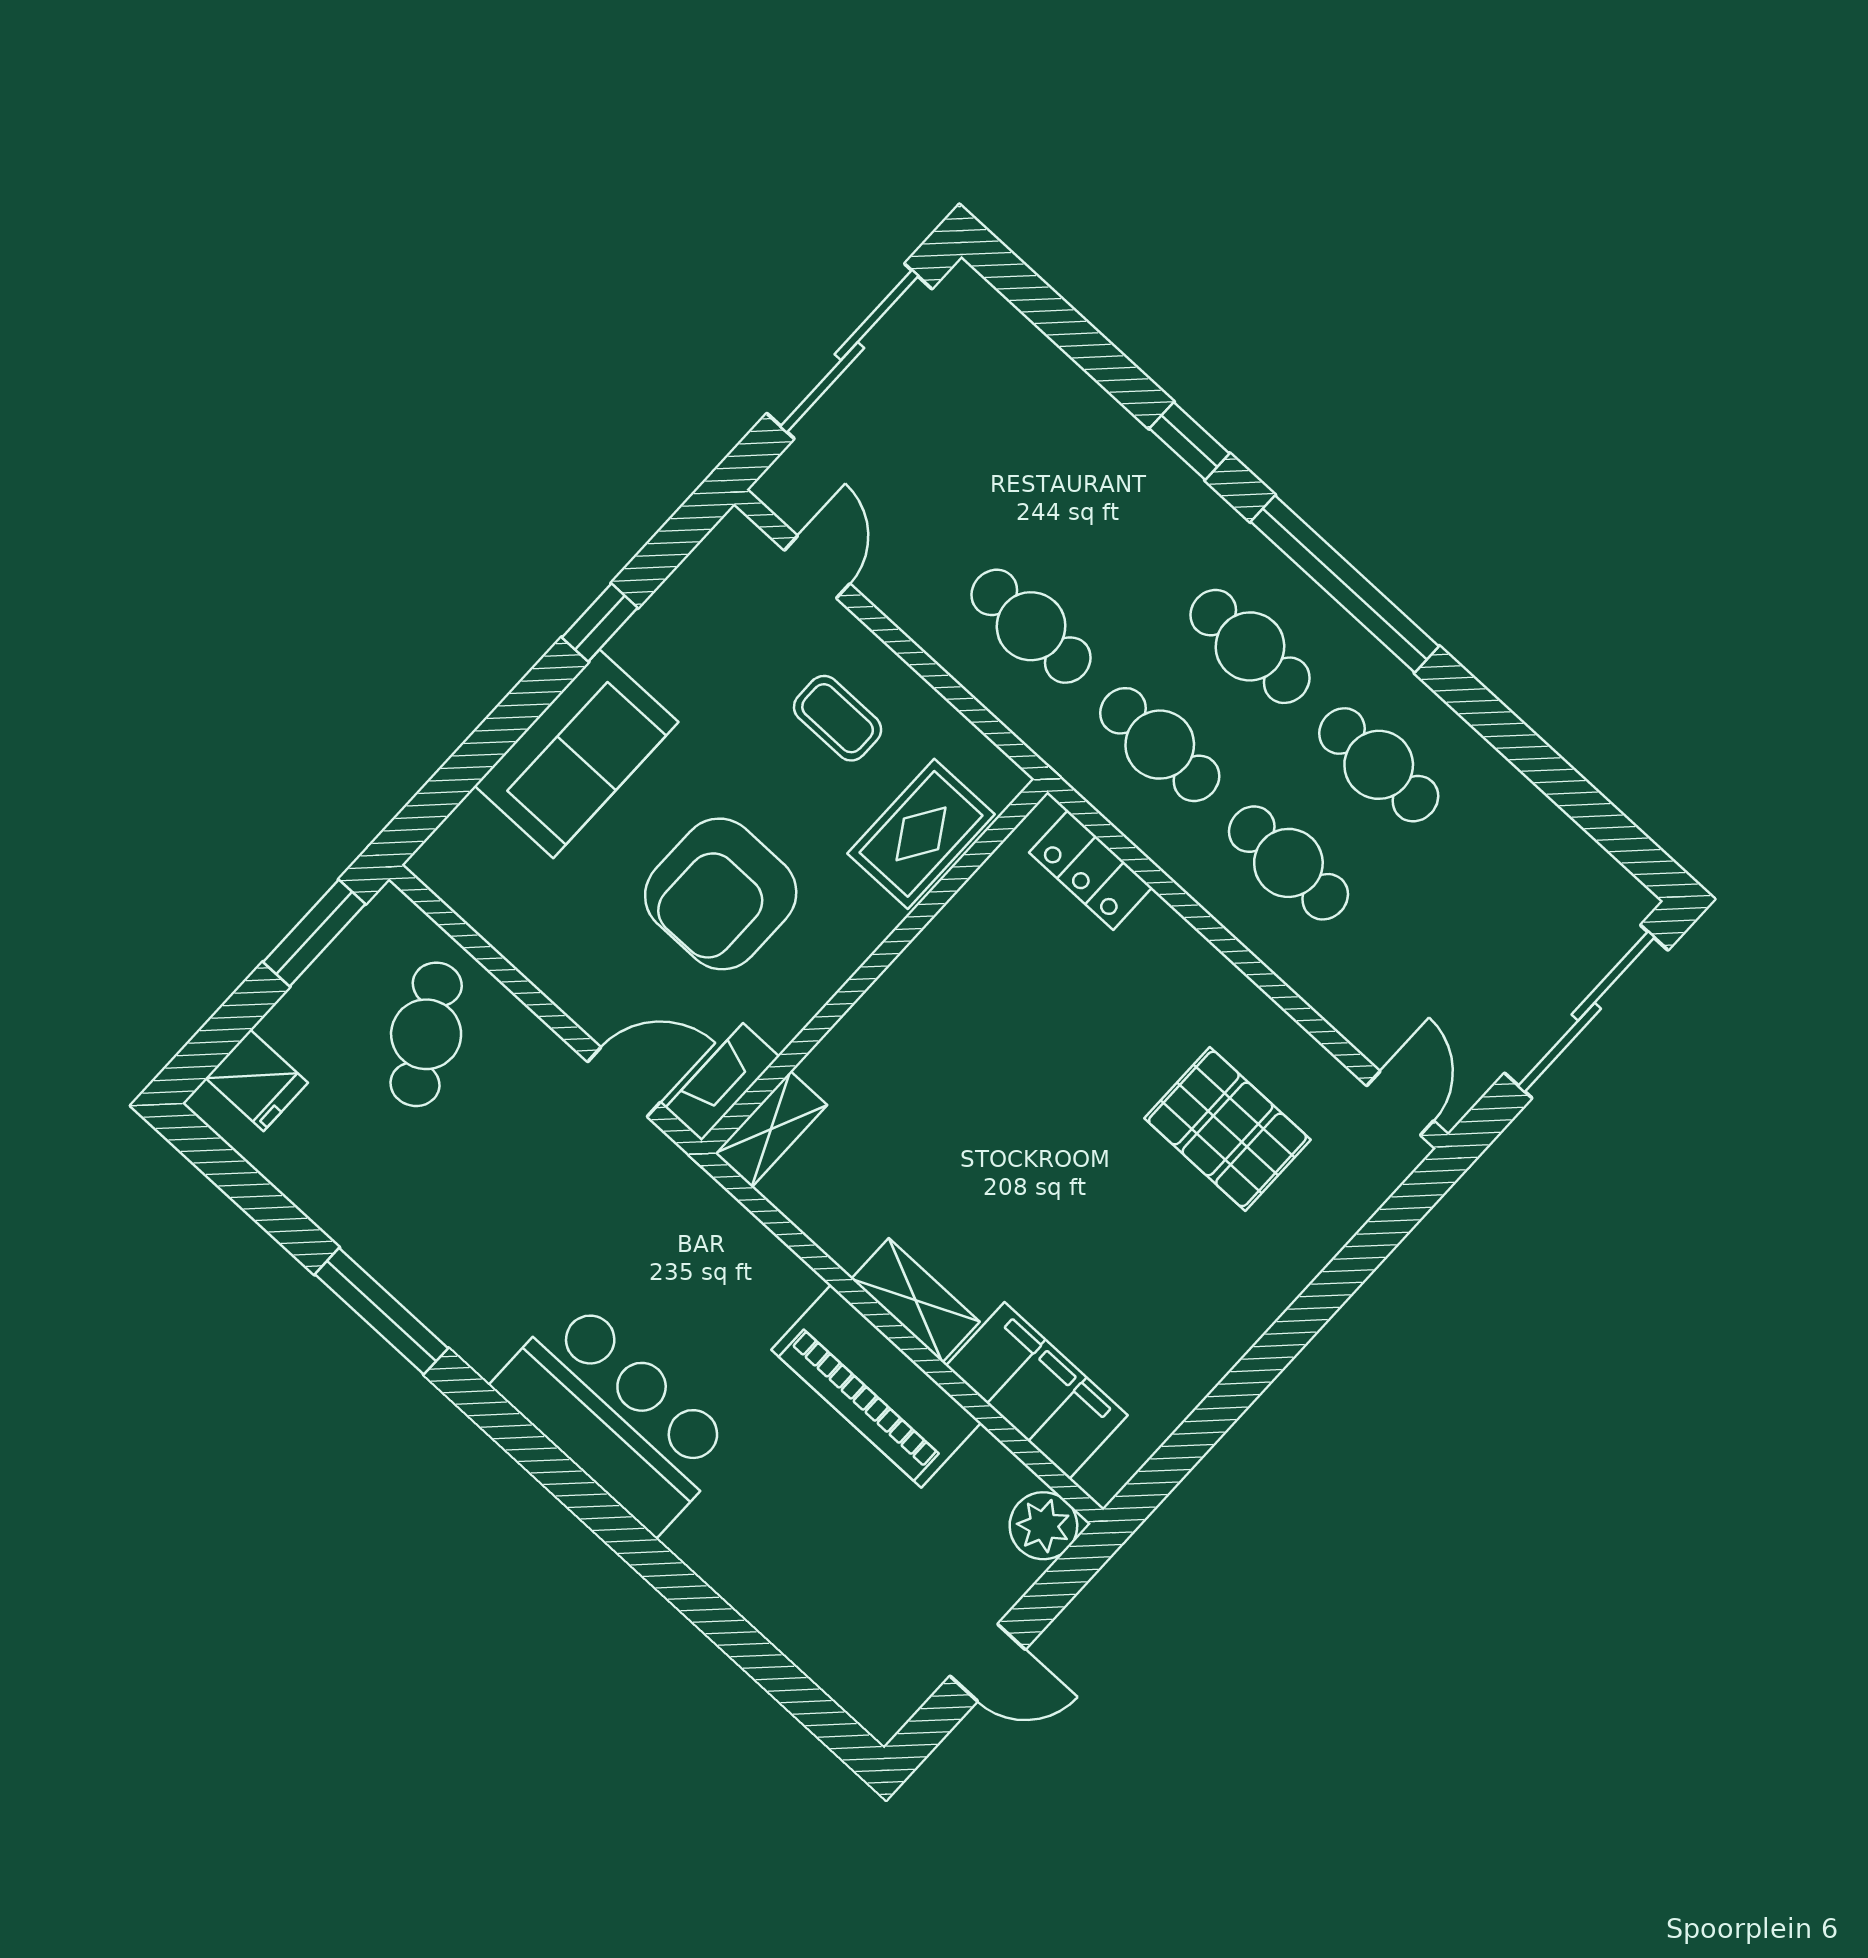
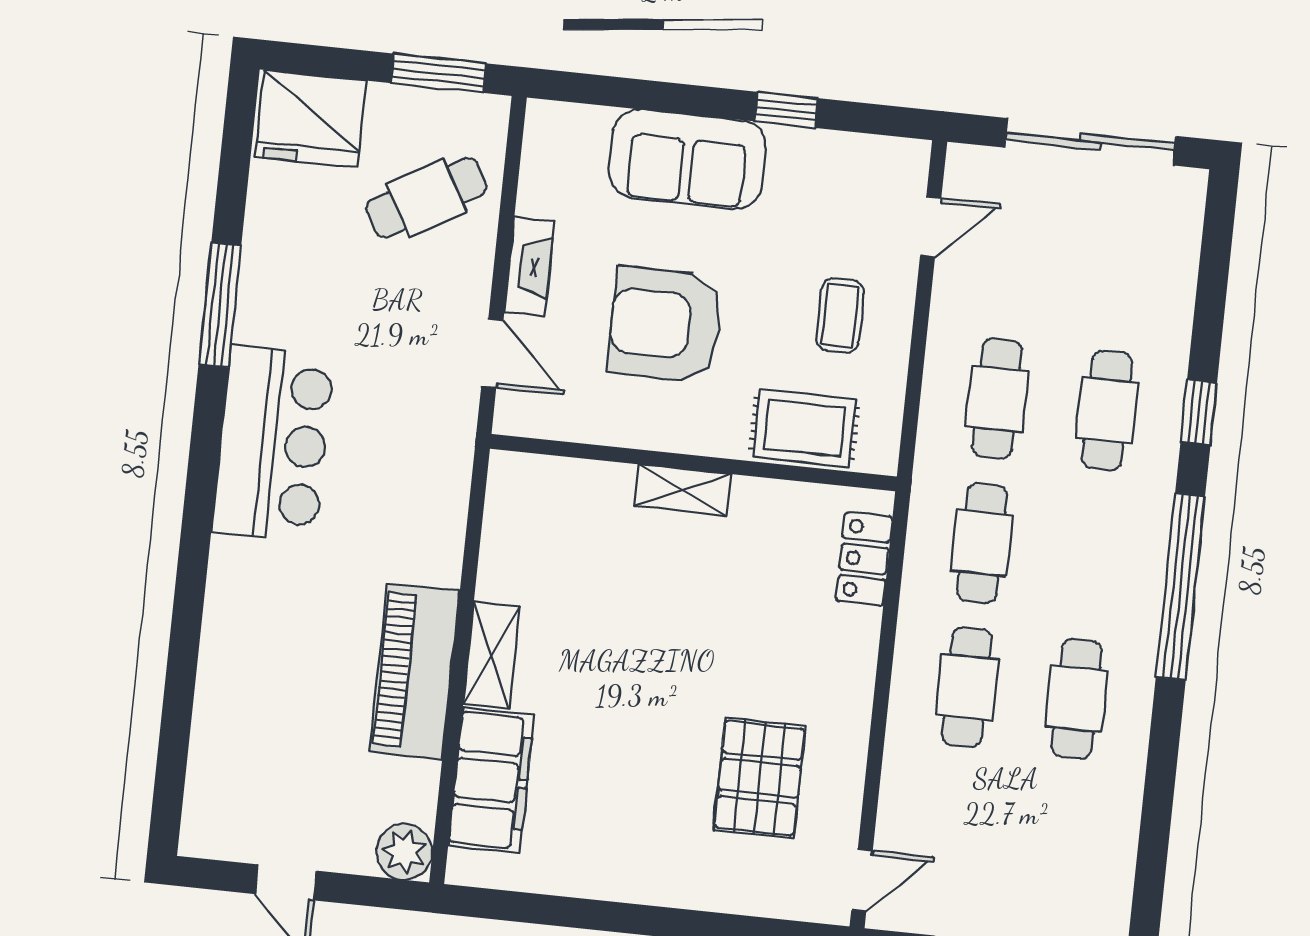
cafe table: (1250, 646) -> (1107, 410), moved
fridge: (257, 1080) -> (311, 119), width x1.88, depth x1.34
fireplace: (722, 1082) -> (529, 266), moved, turned 90
shelving: (771, 1129) -> (683, 490), moved
bar counter: (615, 1416) -> (273, 444), moved

